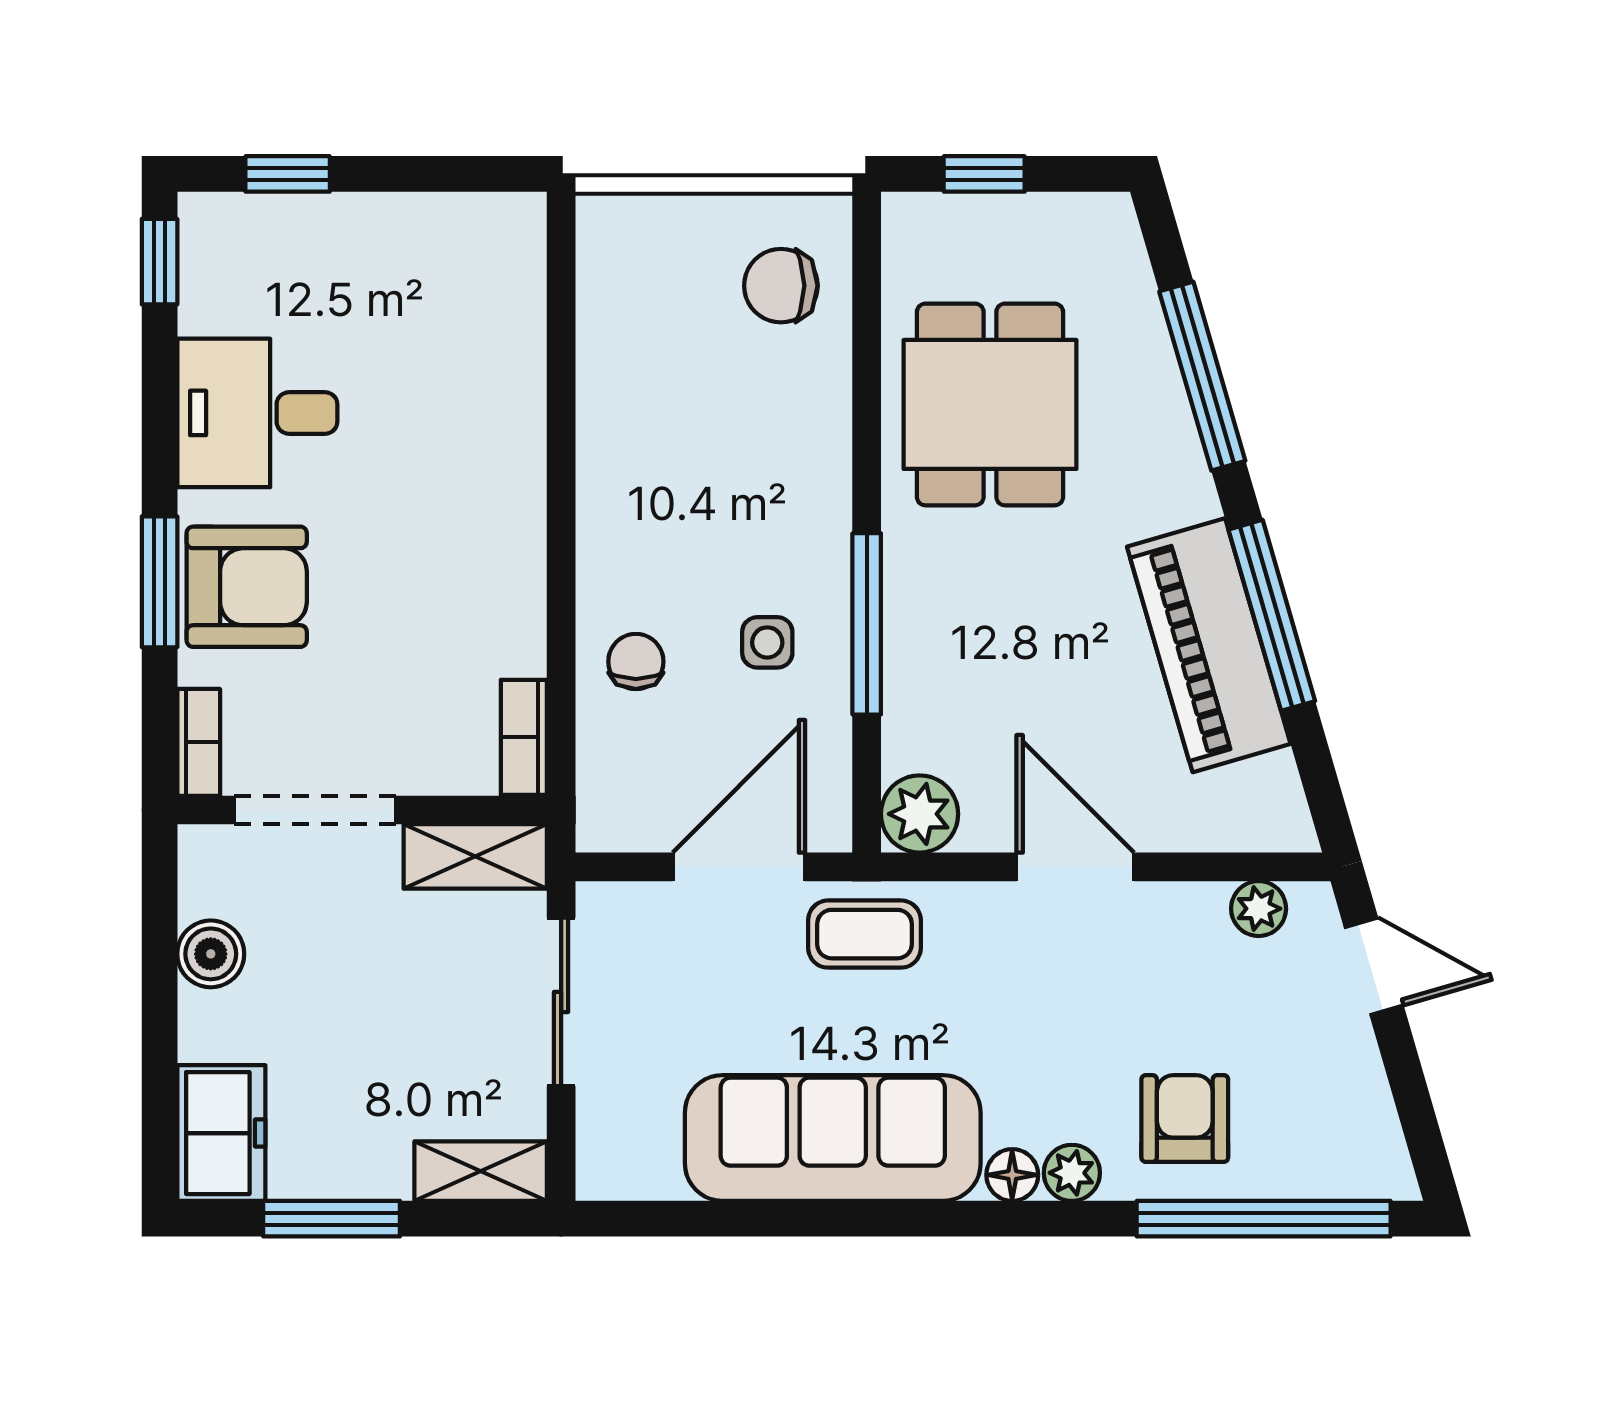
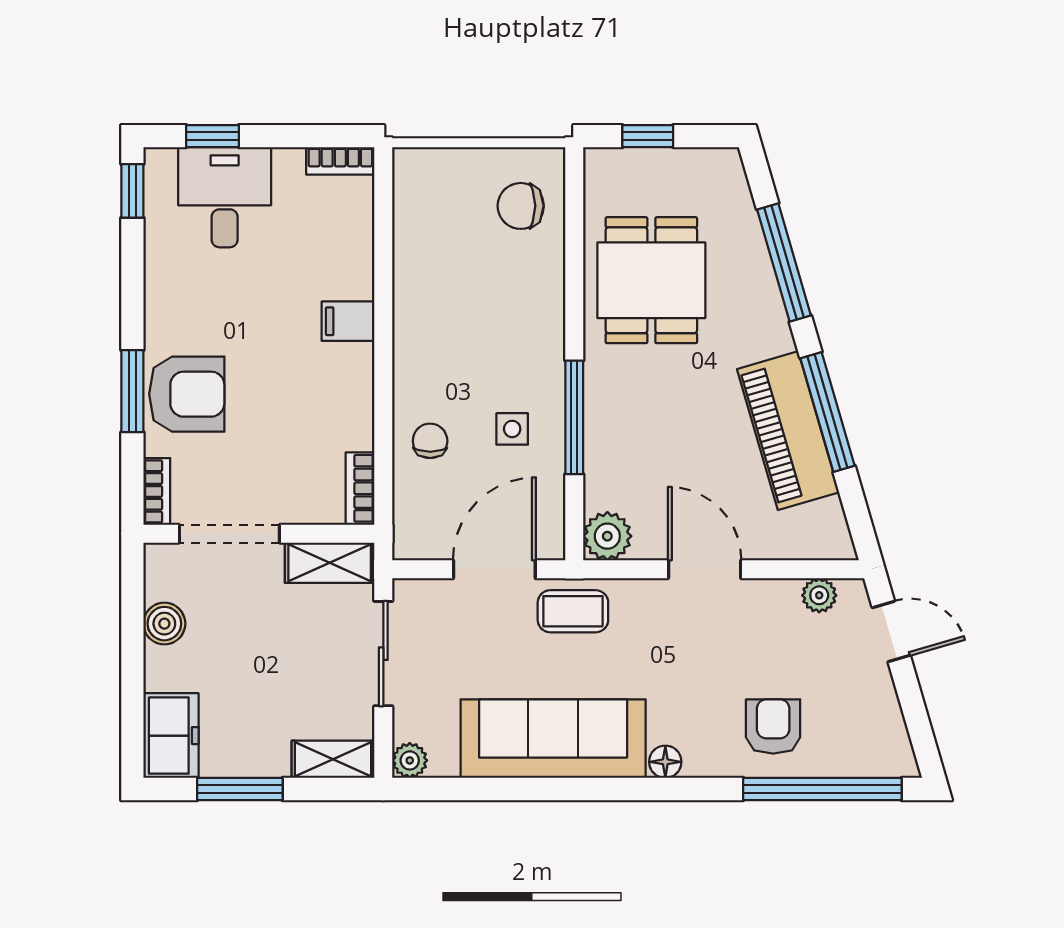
bookcase: (492, 214) -> (340, 161), added
desk: (257, 413) -> (225, 197), moved, turned 90
filing cabinet: (505, 470) -> (348, 321), added
plant: (1072, 1173) -> (410, 760), moved

